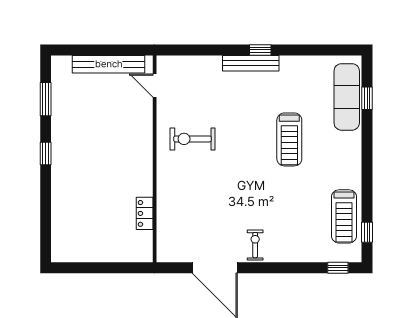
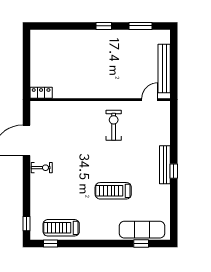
locker: (145, 213) -> (41, 93), moved

